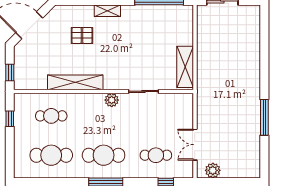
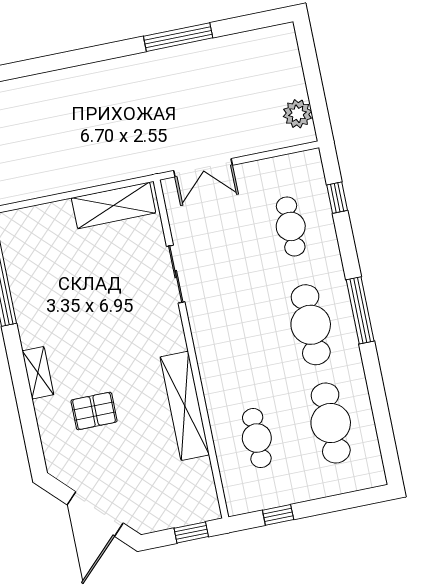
pallet: (82, 35) -> (94, 411), turned 90
plant: (112, 100) -> (204, 331), removed
double door: (195, 145) -> (203, 168), moved

